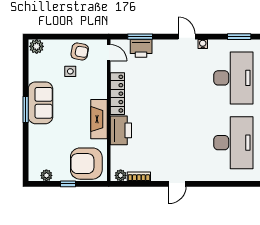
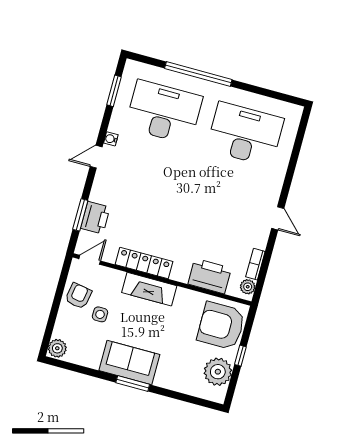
fireplace: (99, 119) -> (149, 289), moved
printer: (121, 130) -> (210, 276), moved
armchair: (86, 164) -> (221, 326), turned 90
plant: (46, 175) -> (218, 372), width x1.88, depth x1.88

